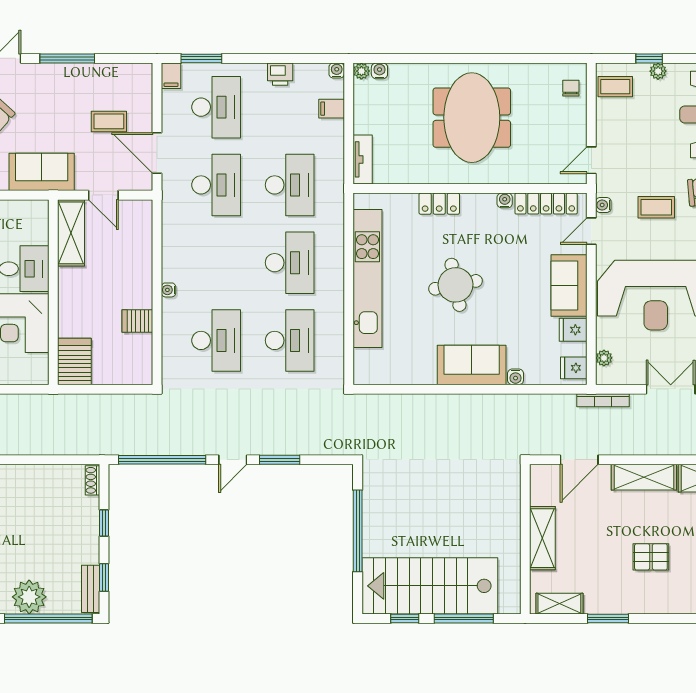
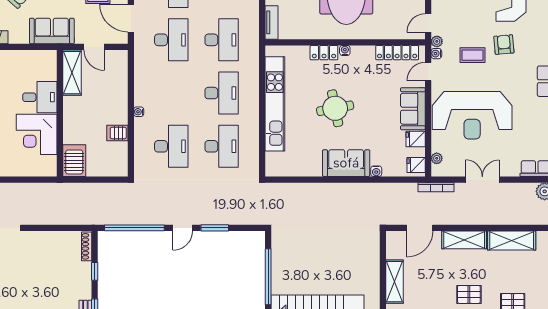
plant: (604, 187) -> (437, 41), added
water cooler: (505, 200) -> (345, 50), moved
shoe rack: (92, 480) -> (87, 246), width x1.43

